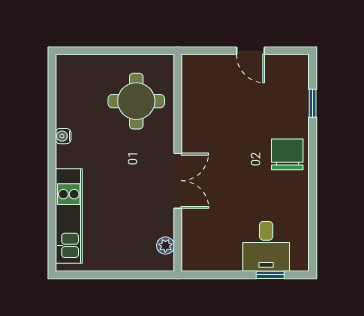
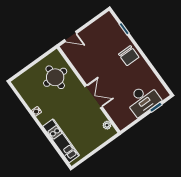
door: (250, 51) -> (70, 36), moved
chair: (287, 154) -> (129, 56), turned 180
desk: (266, 246) -> (143, 100), width x1.37

